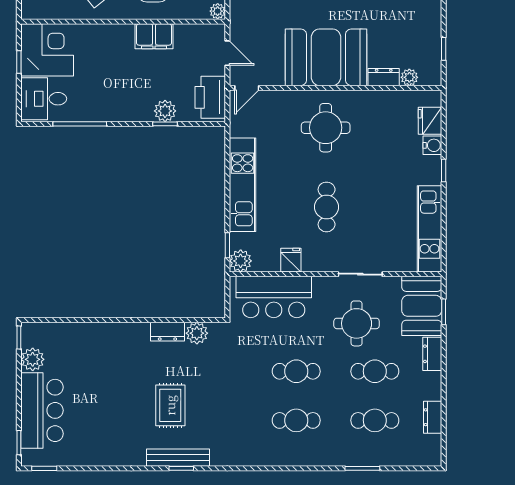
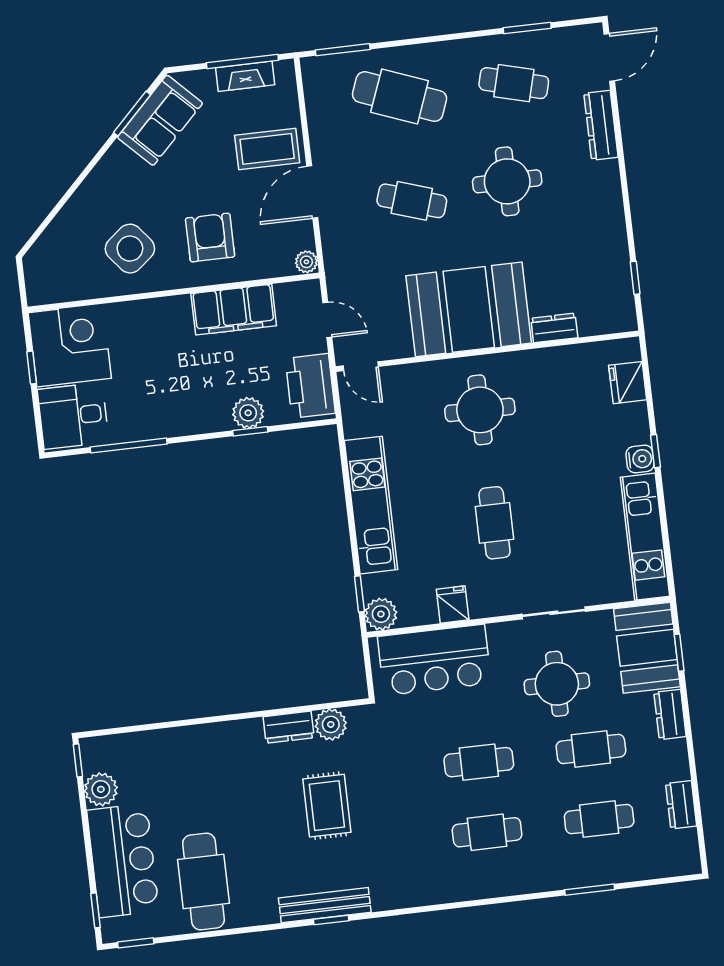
filing cabinet: (154, 36) -> (234, 310), width x1.50, depth x1.17
plant: (409, 77) -> (591, 324), removed
door: (247, 88) -> (361, 366), hinge flipped
water cooler: (432, 145) -> (640, 459), moved
rug: (170, 405) -> (327, 806), moved
cafe table: (96, 431) -> (204, 881), added

